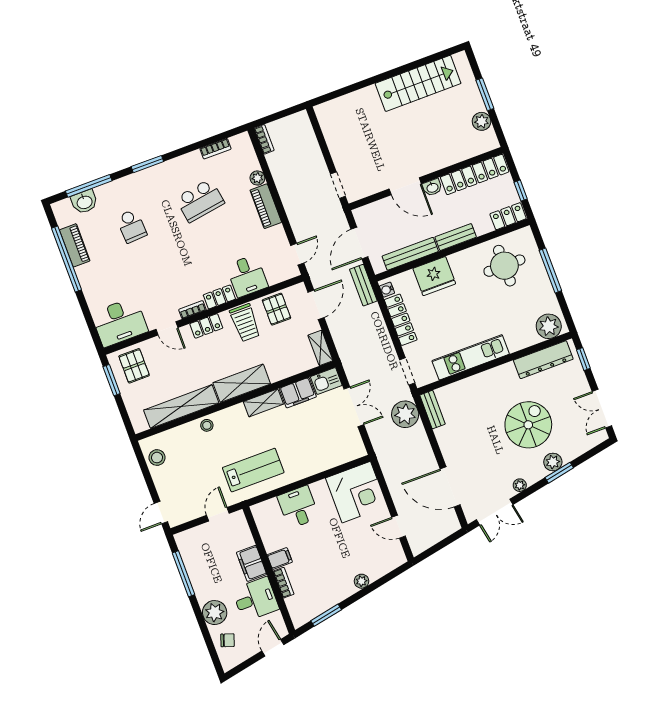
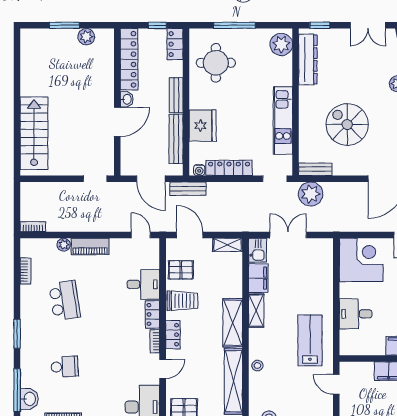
stairs: (418, 83) -> (34, 133), moved
spiral stairs: (528, 425) -> (347, 125), moved

